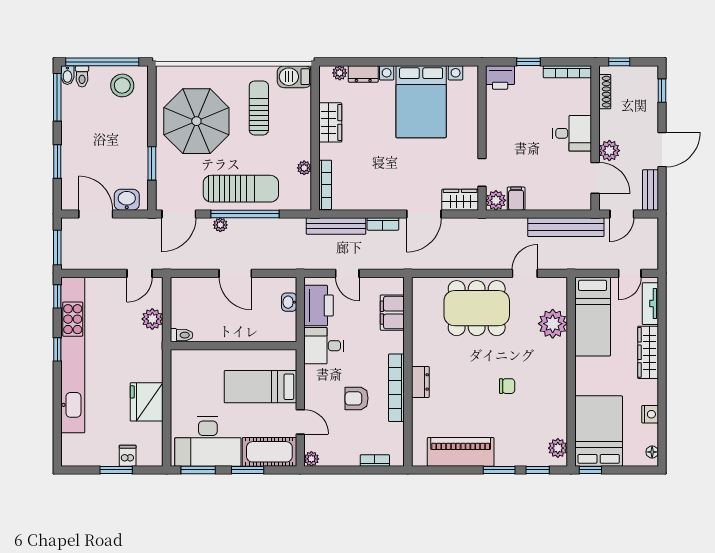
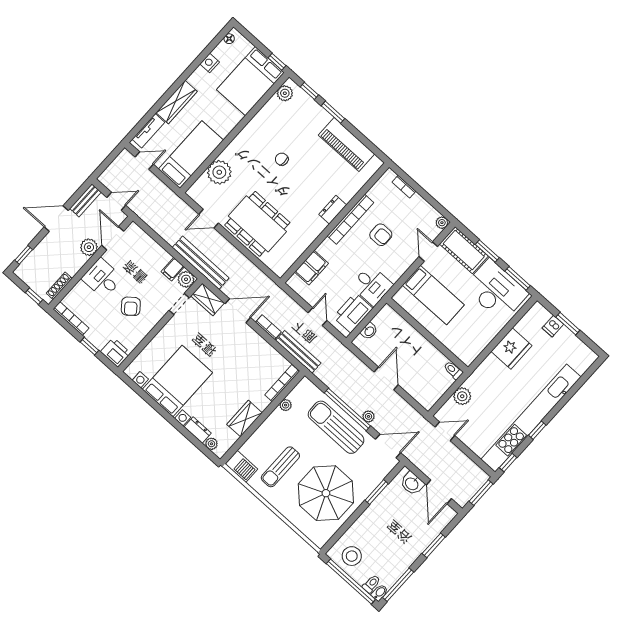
armchair: (524, 131) -> (131, 306), added
bench: (566, 227) -> (201, 263), moved

